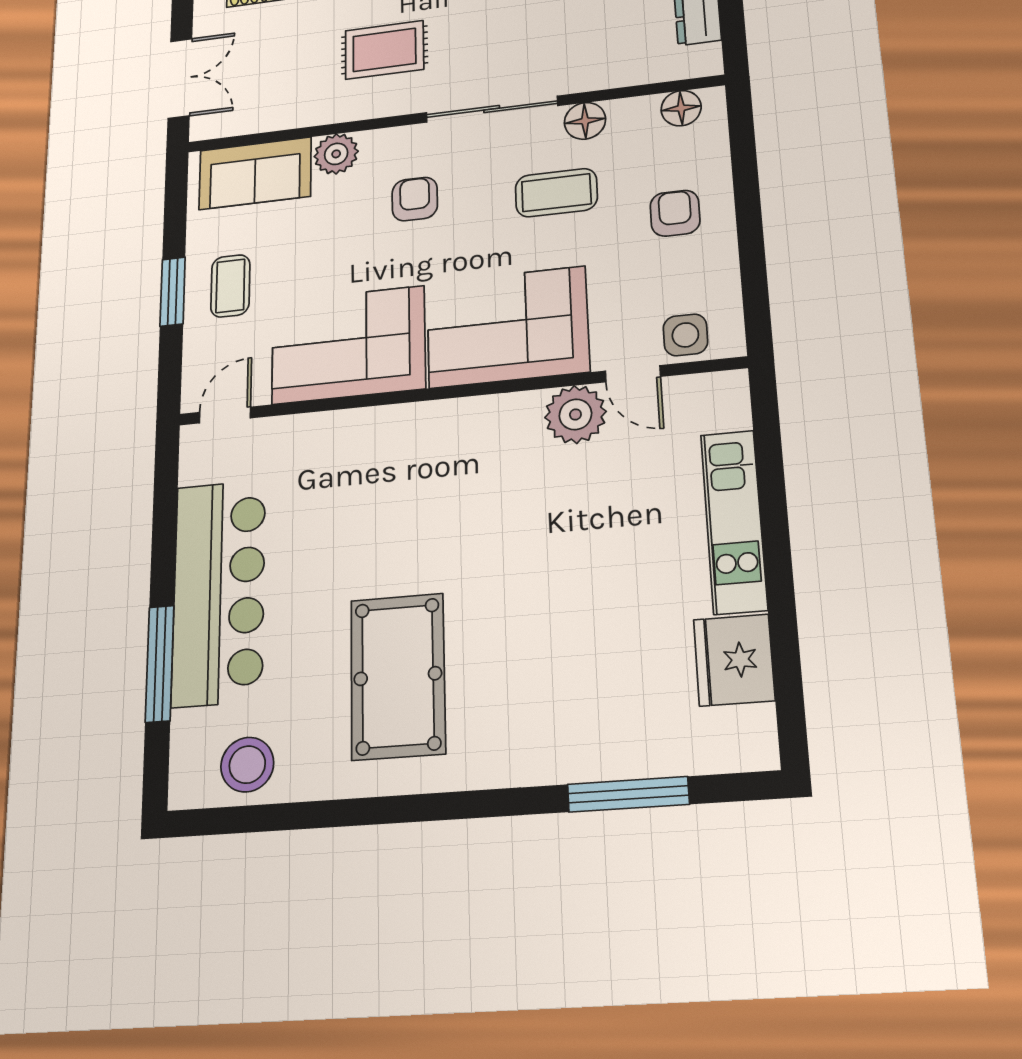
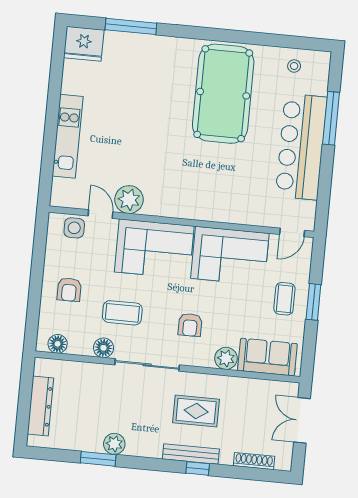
fridge: (734, 660) -> (84, 44), moved, turned 90
pool table: (398, 676) -> (223, 94), width x1.36, depth x1.32
stool: (247, 765) -> (294, 66), width x0.53, depth x0.53

